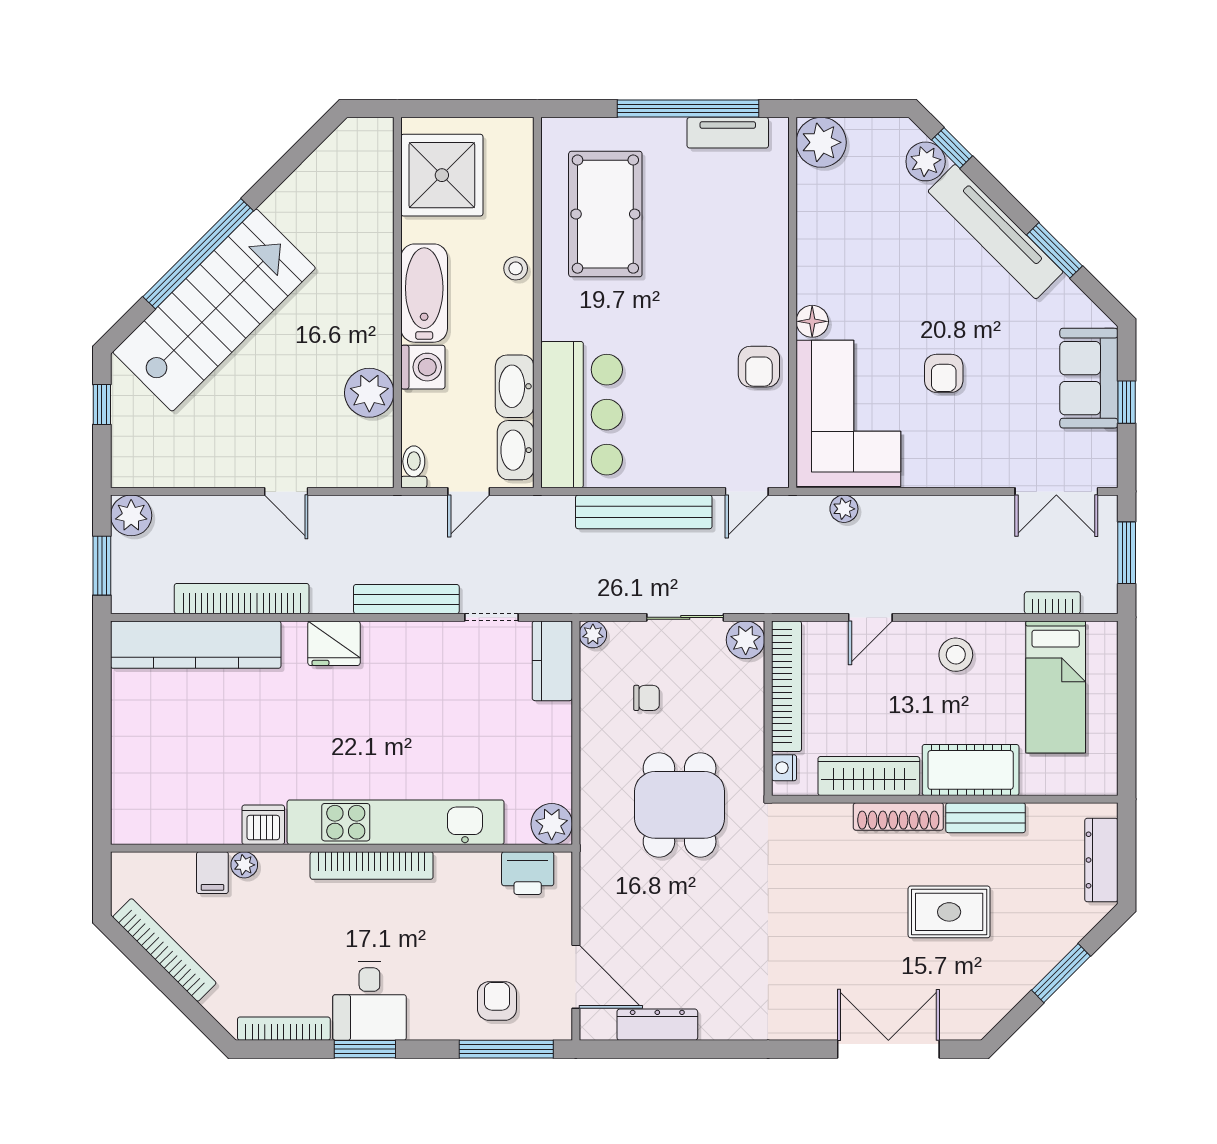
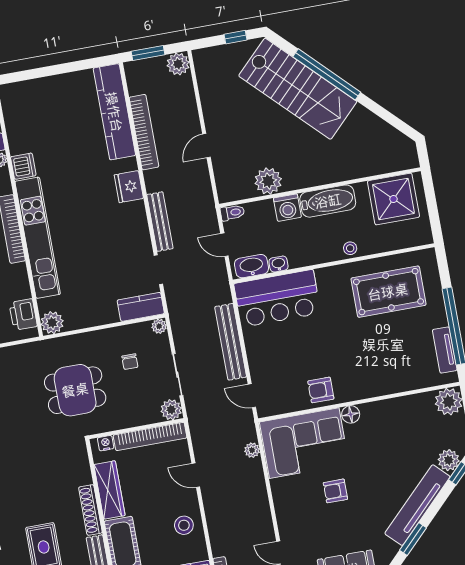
washbasin: (515, 386) -> (279, 264), width x0.52, depth x0.69

